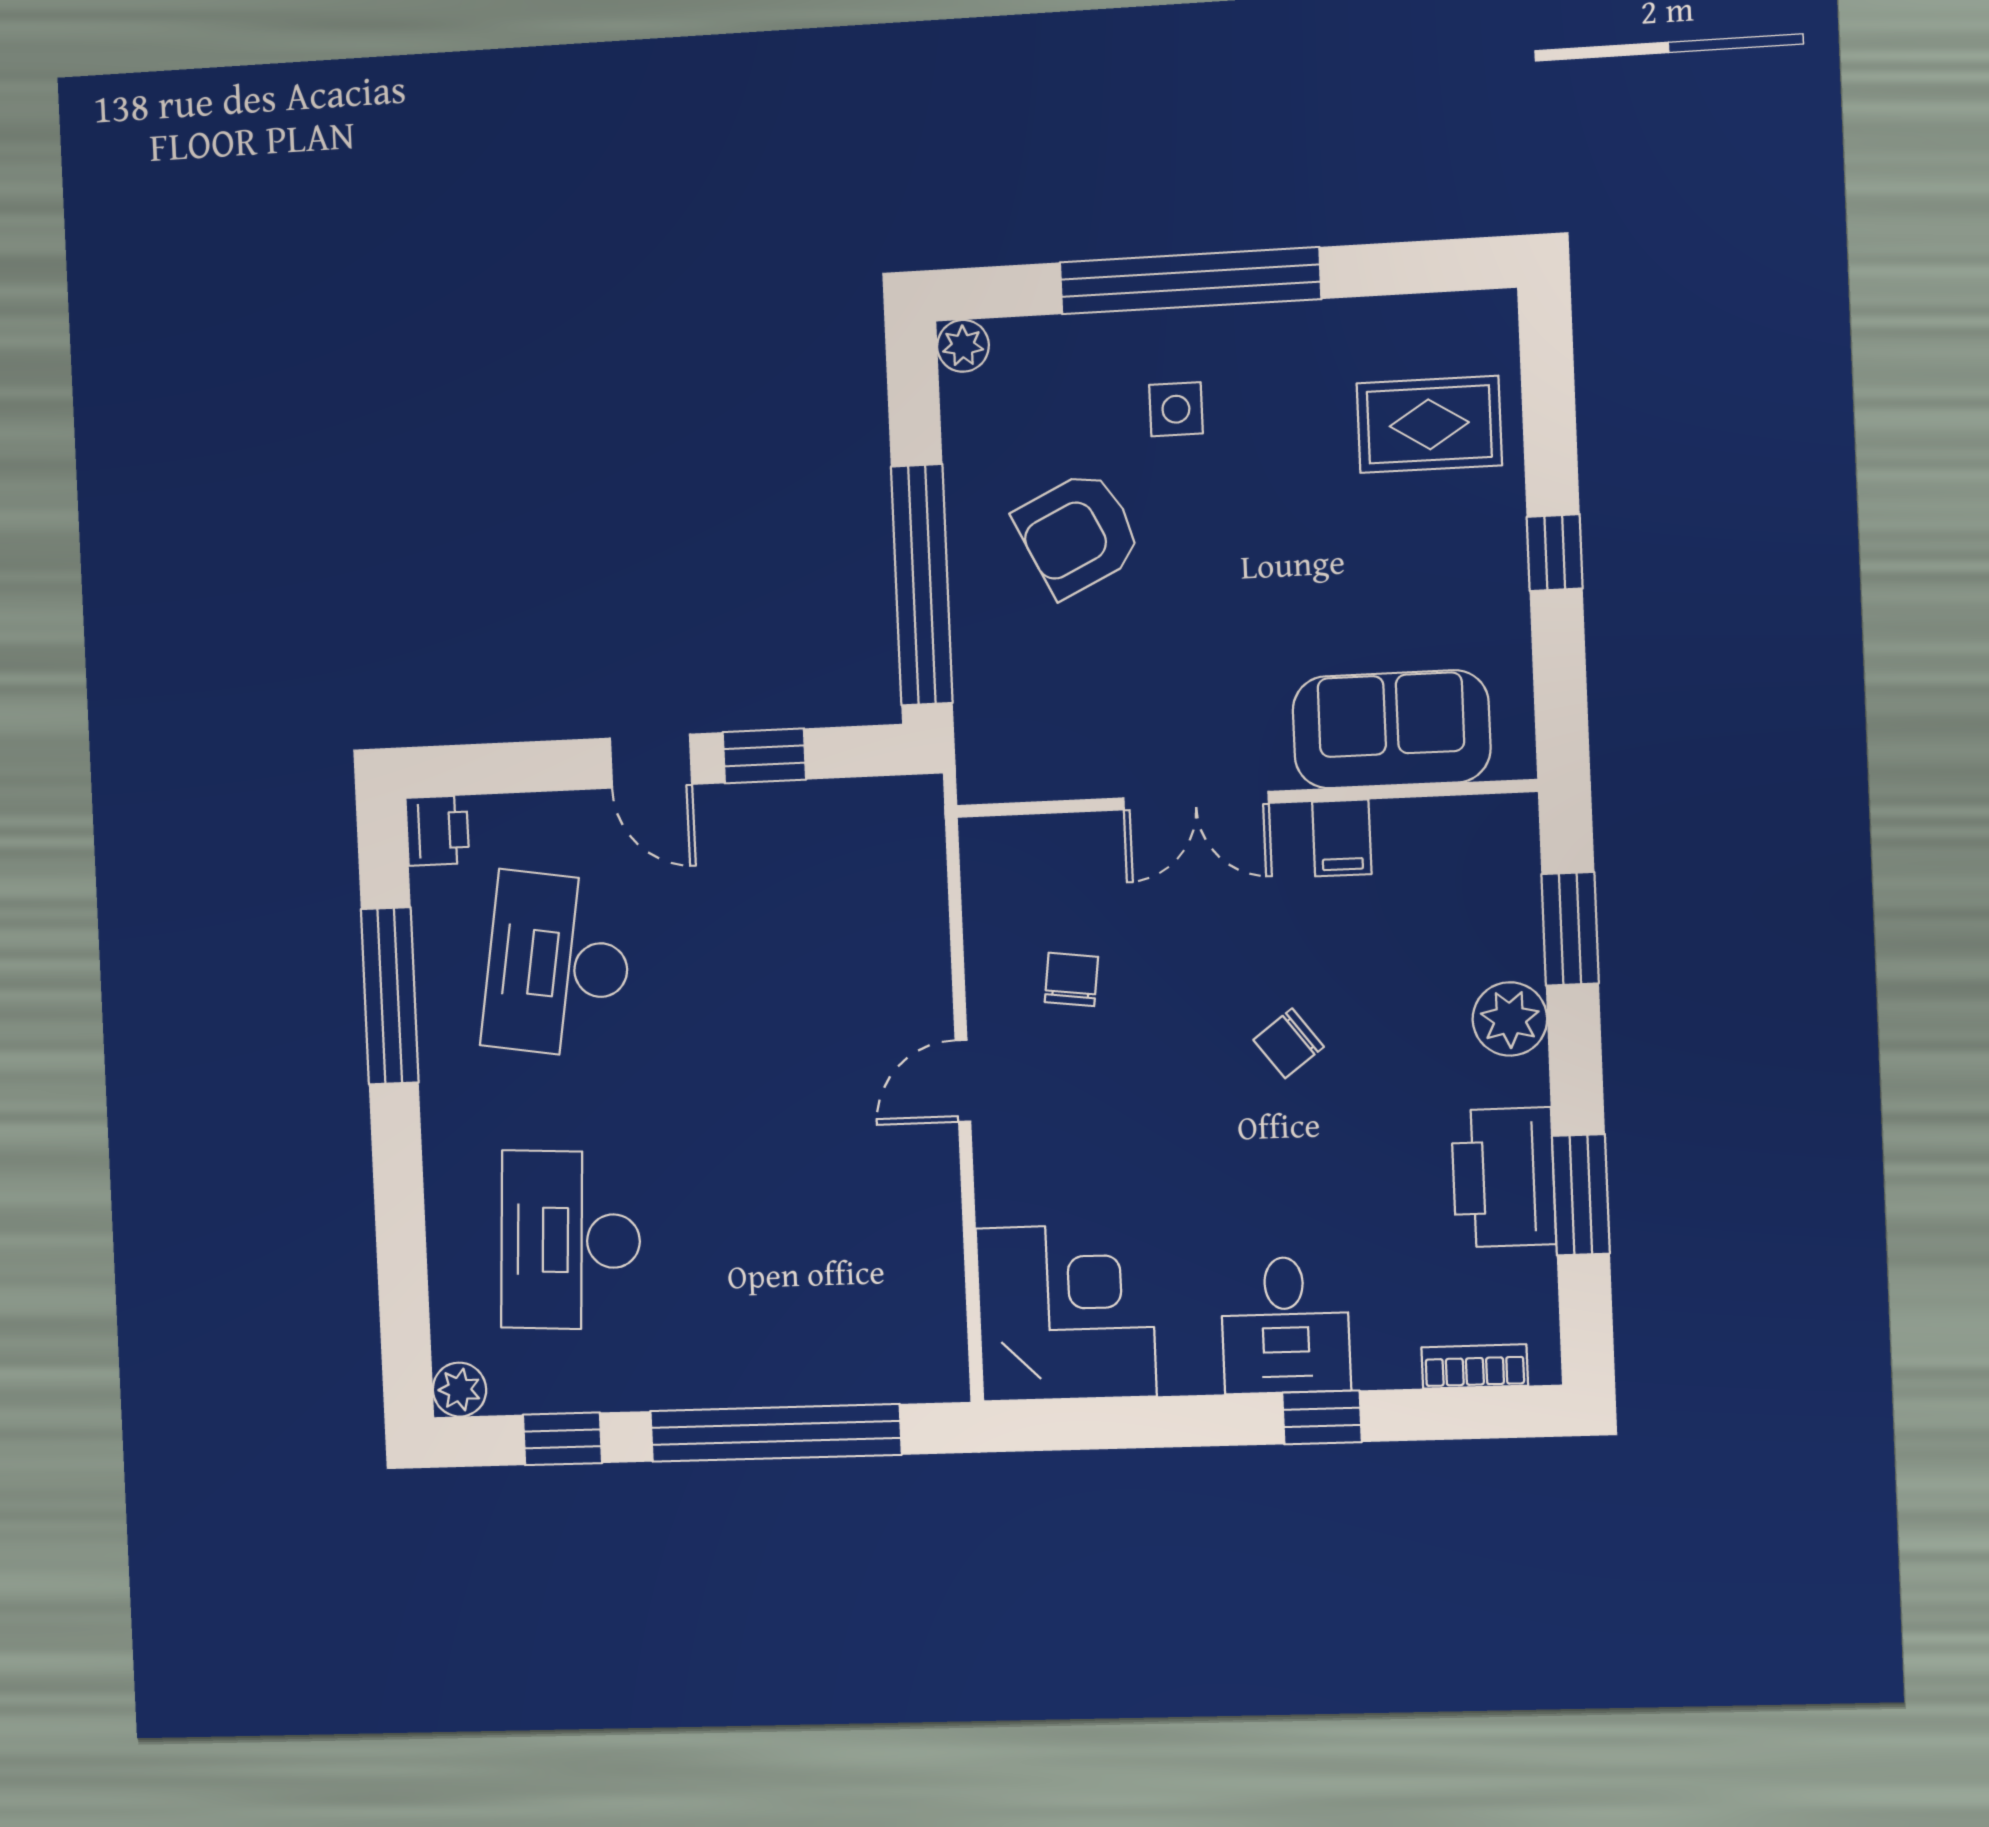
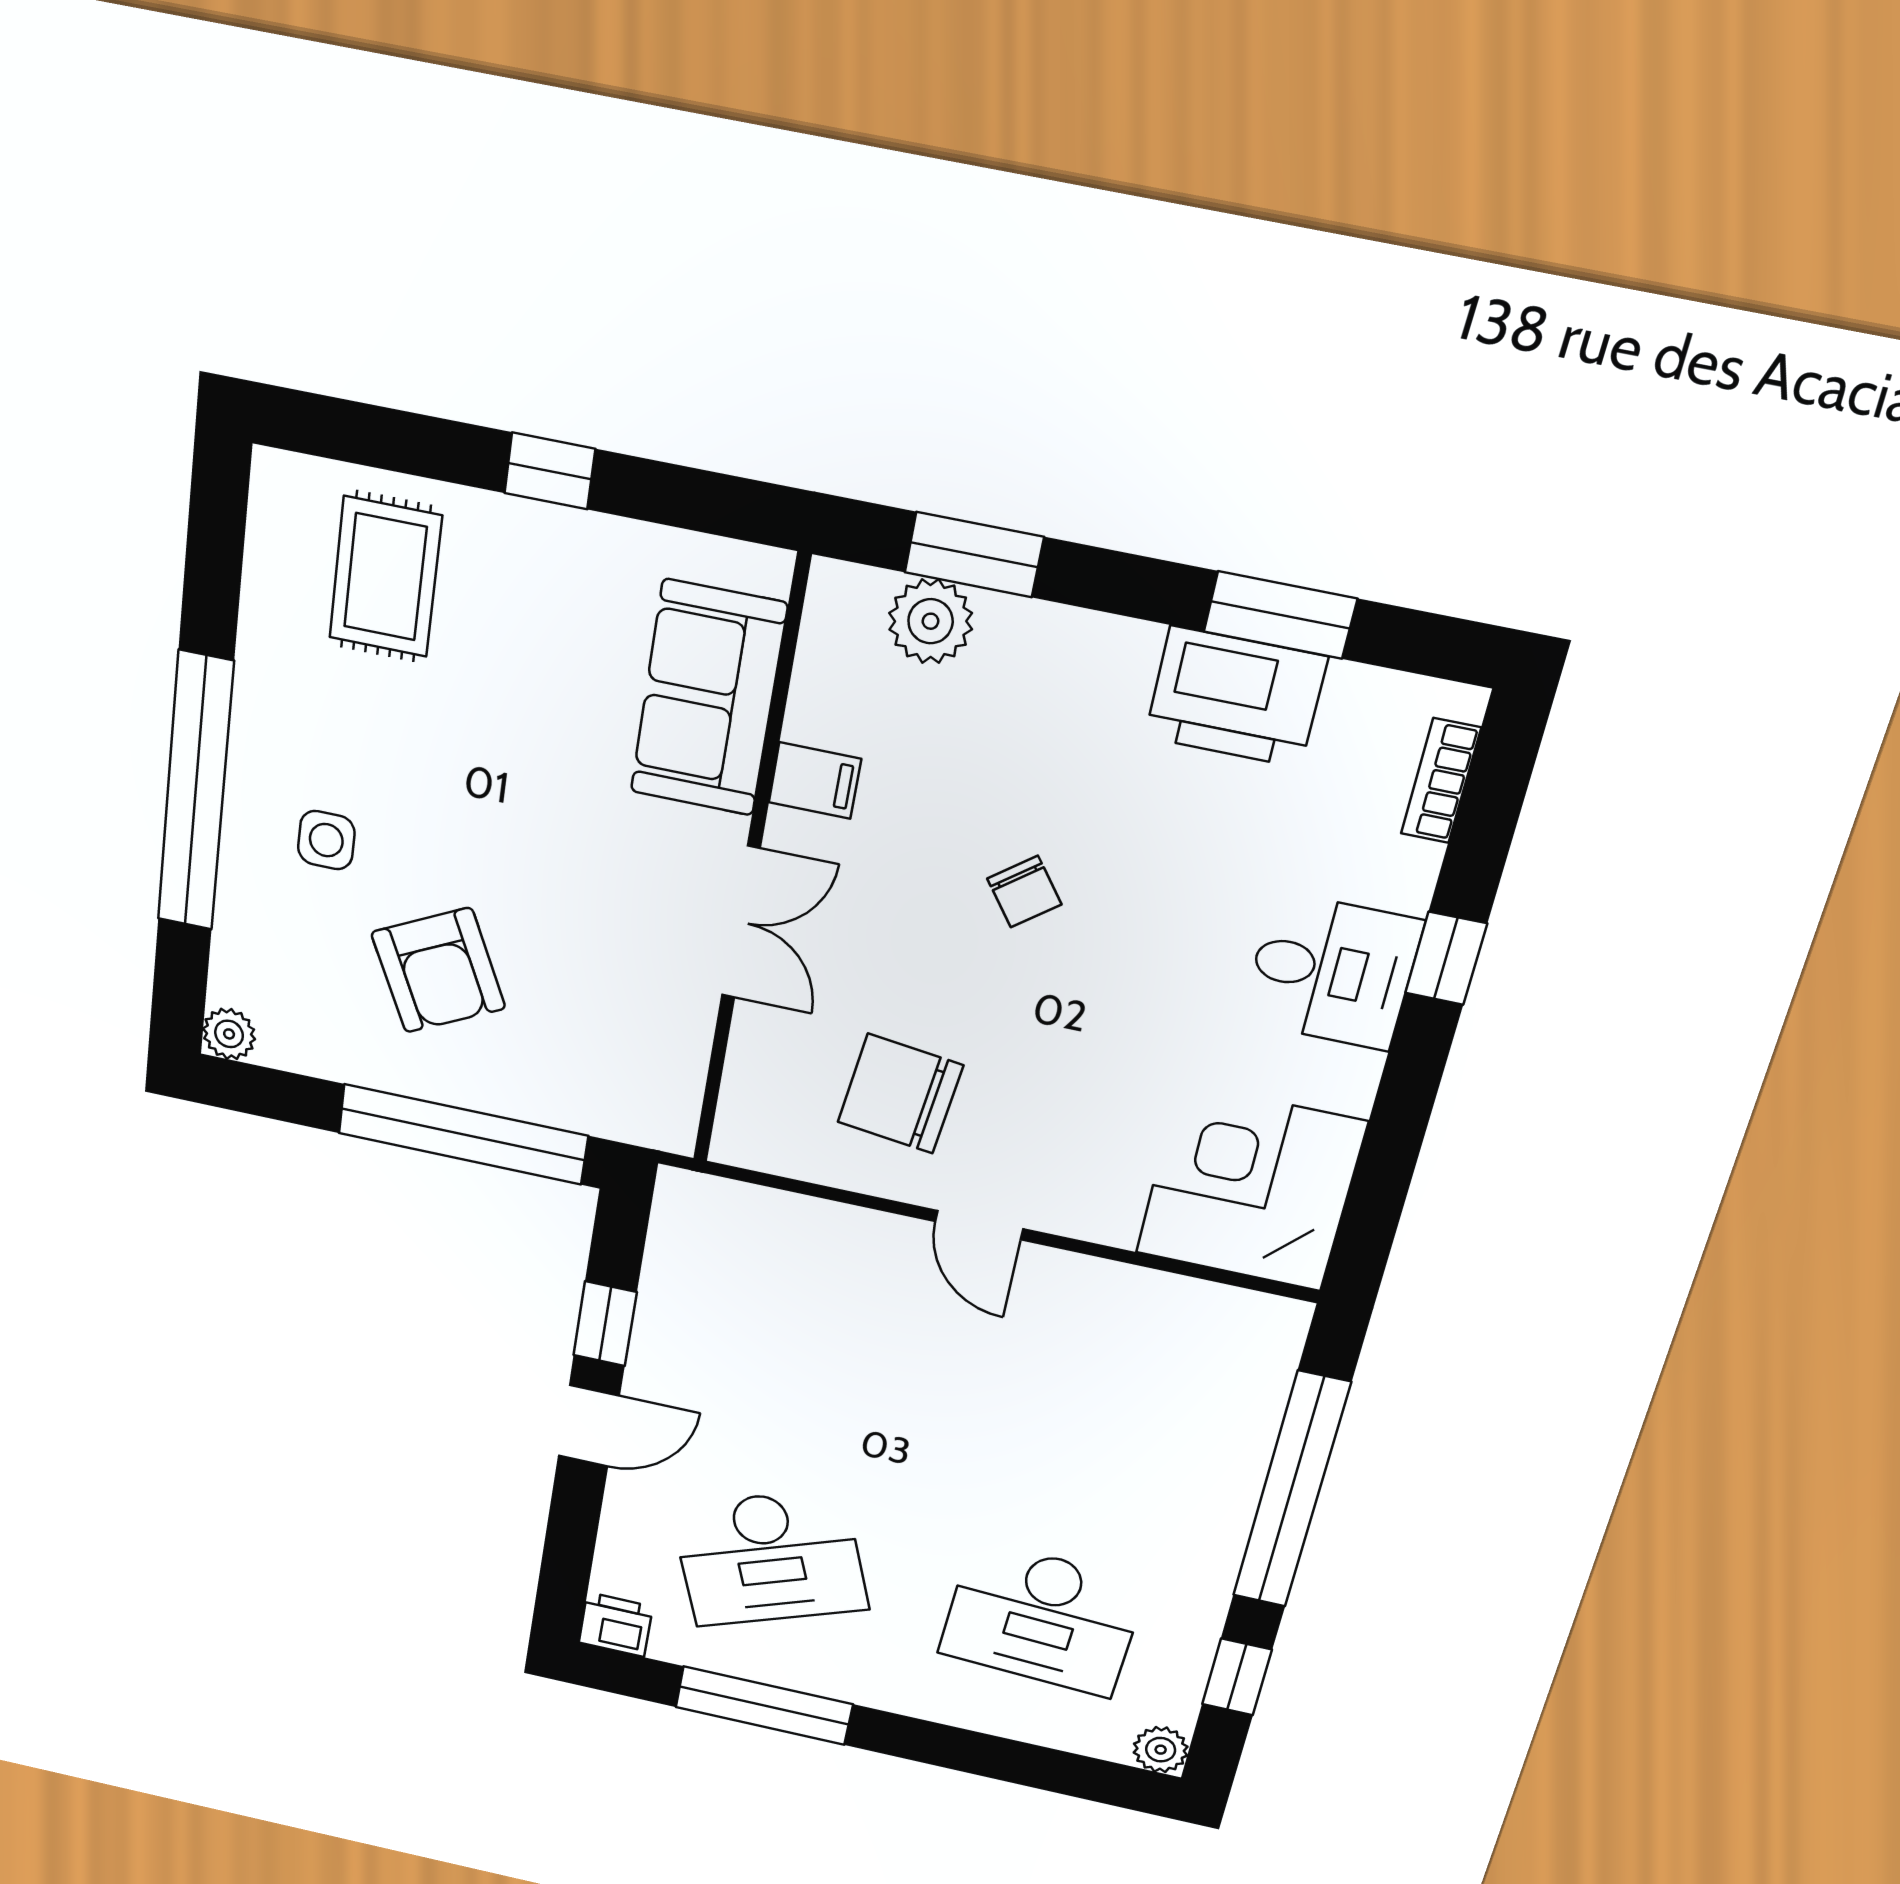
desk: (558, 965) -> (769, 1558), turned -30
chair: (1071, 979) -> (900, 1094), width x1.87, depth x1.87
plant: (1510, 1019) -> (931, 621), moved

